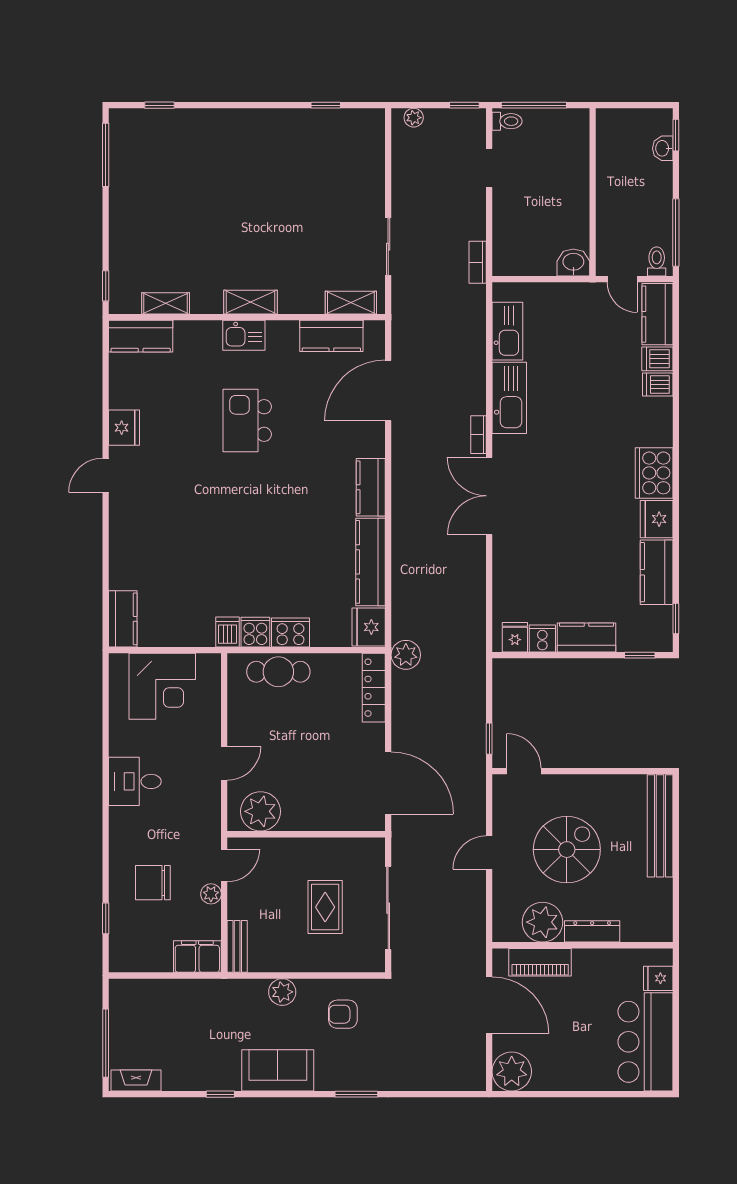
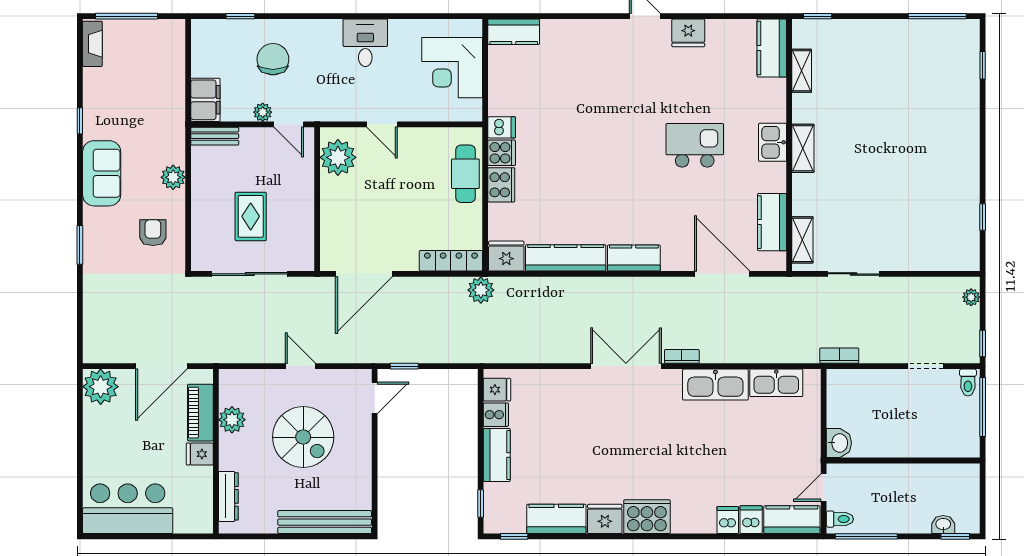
rug: (325, 907) -> (251, 216), turned 90
plant: (543, 922) -> (232, 420), width x0.73, depth x0.73
dresser: (592, 931) -> (228, 496), moved
fridge: (658, 978) -> (200, 454), moved, turned -90

